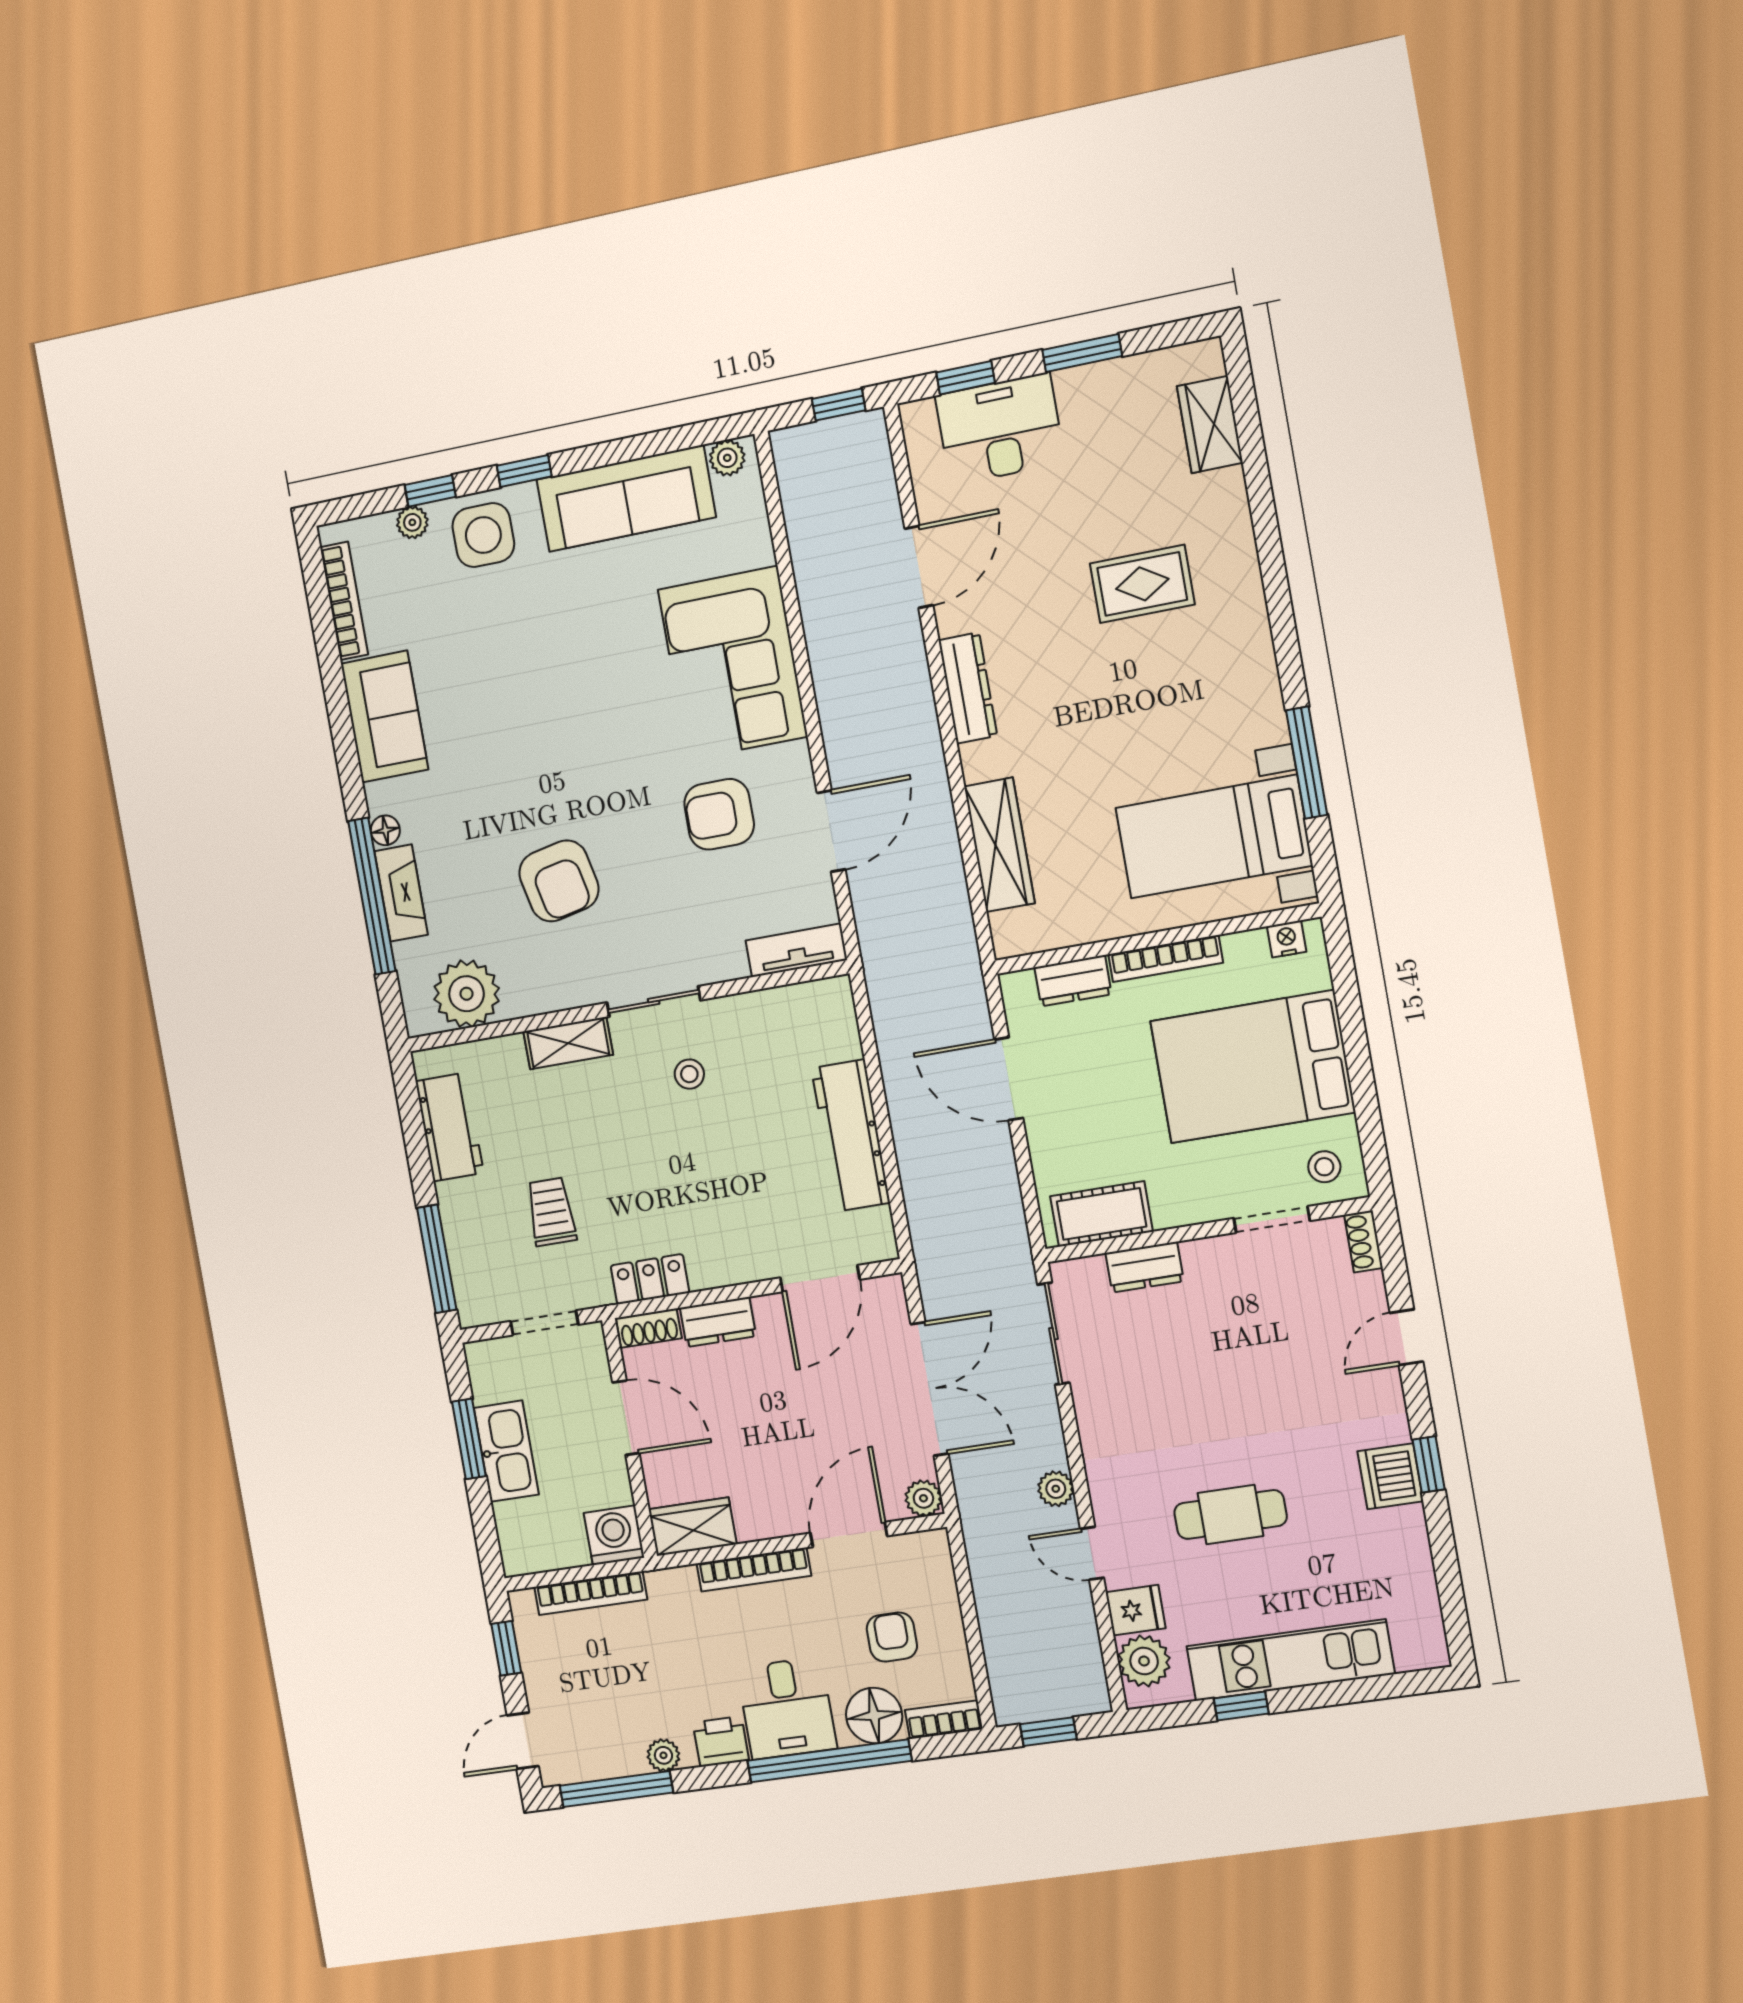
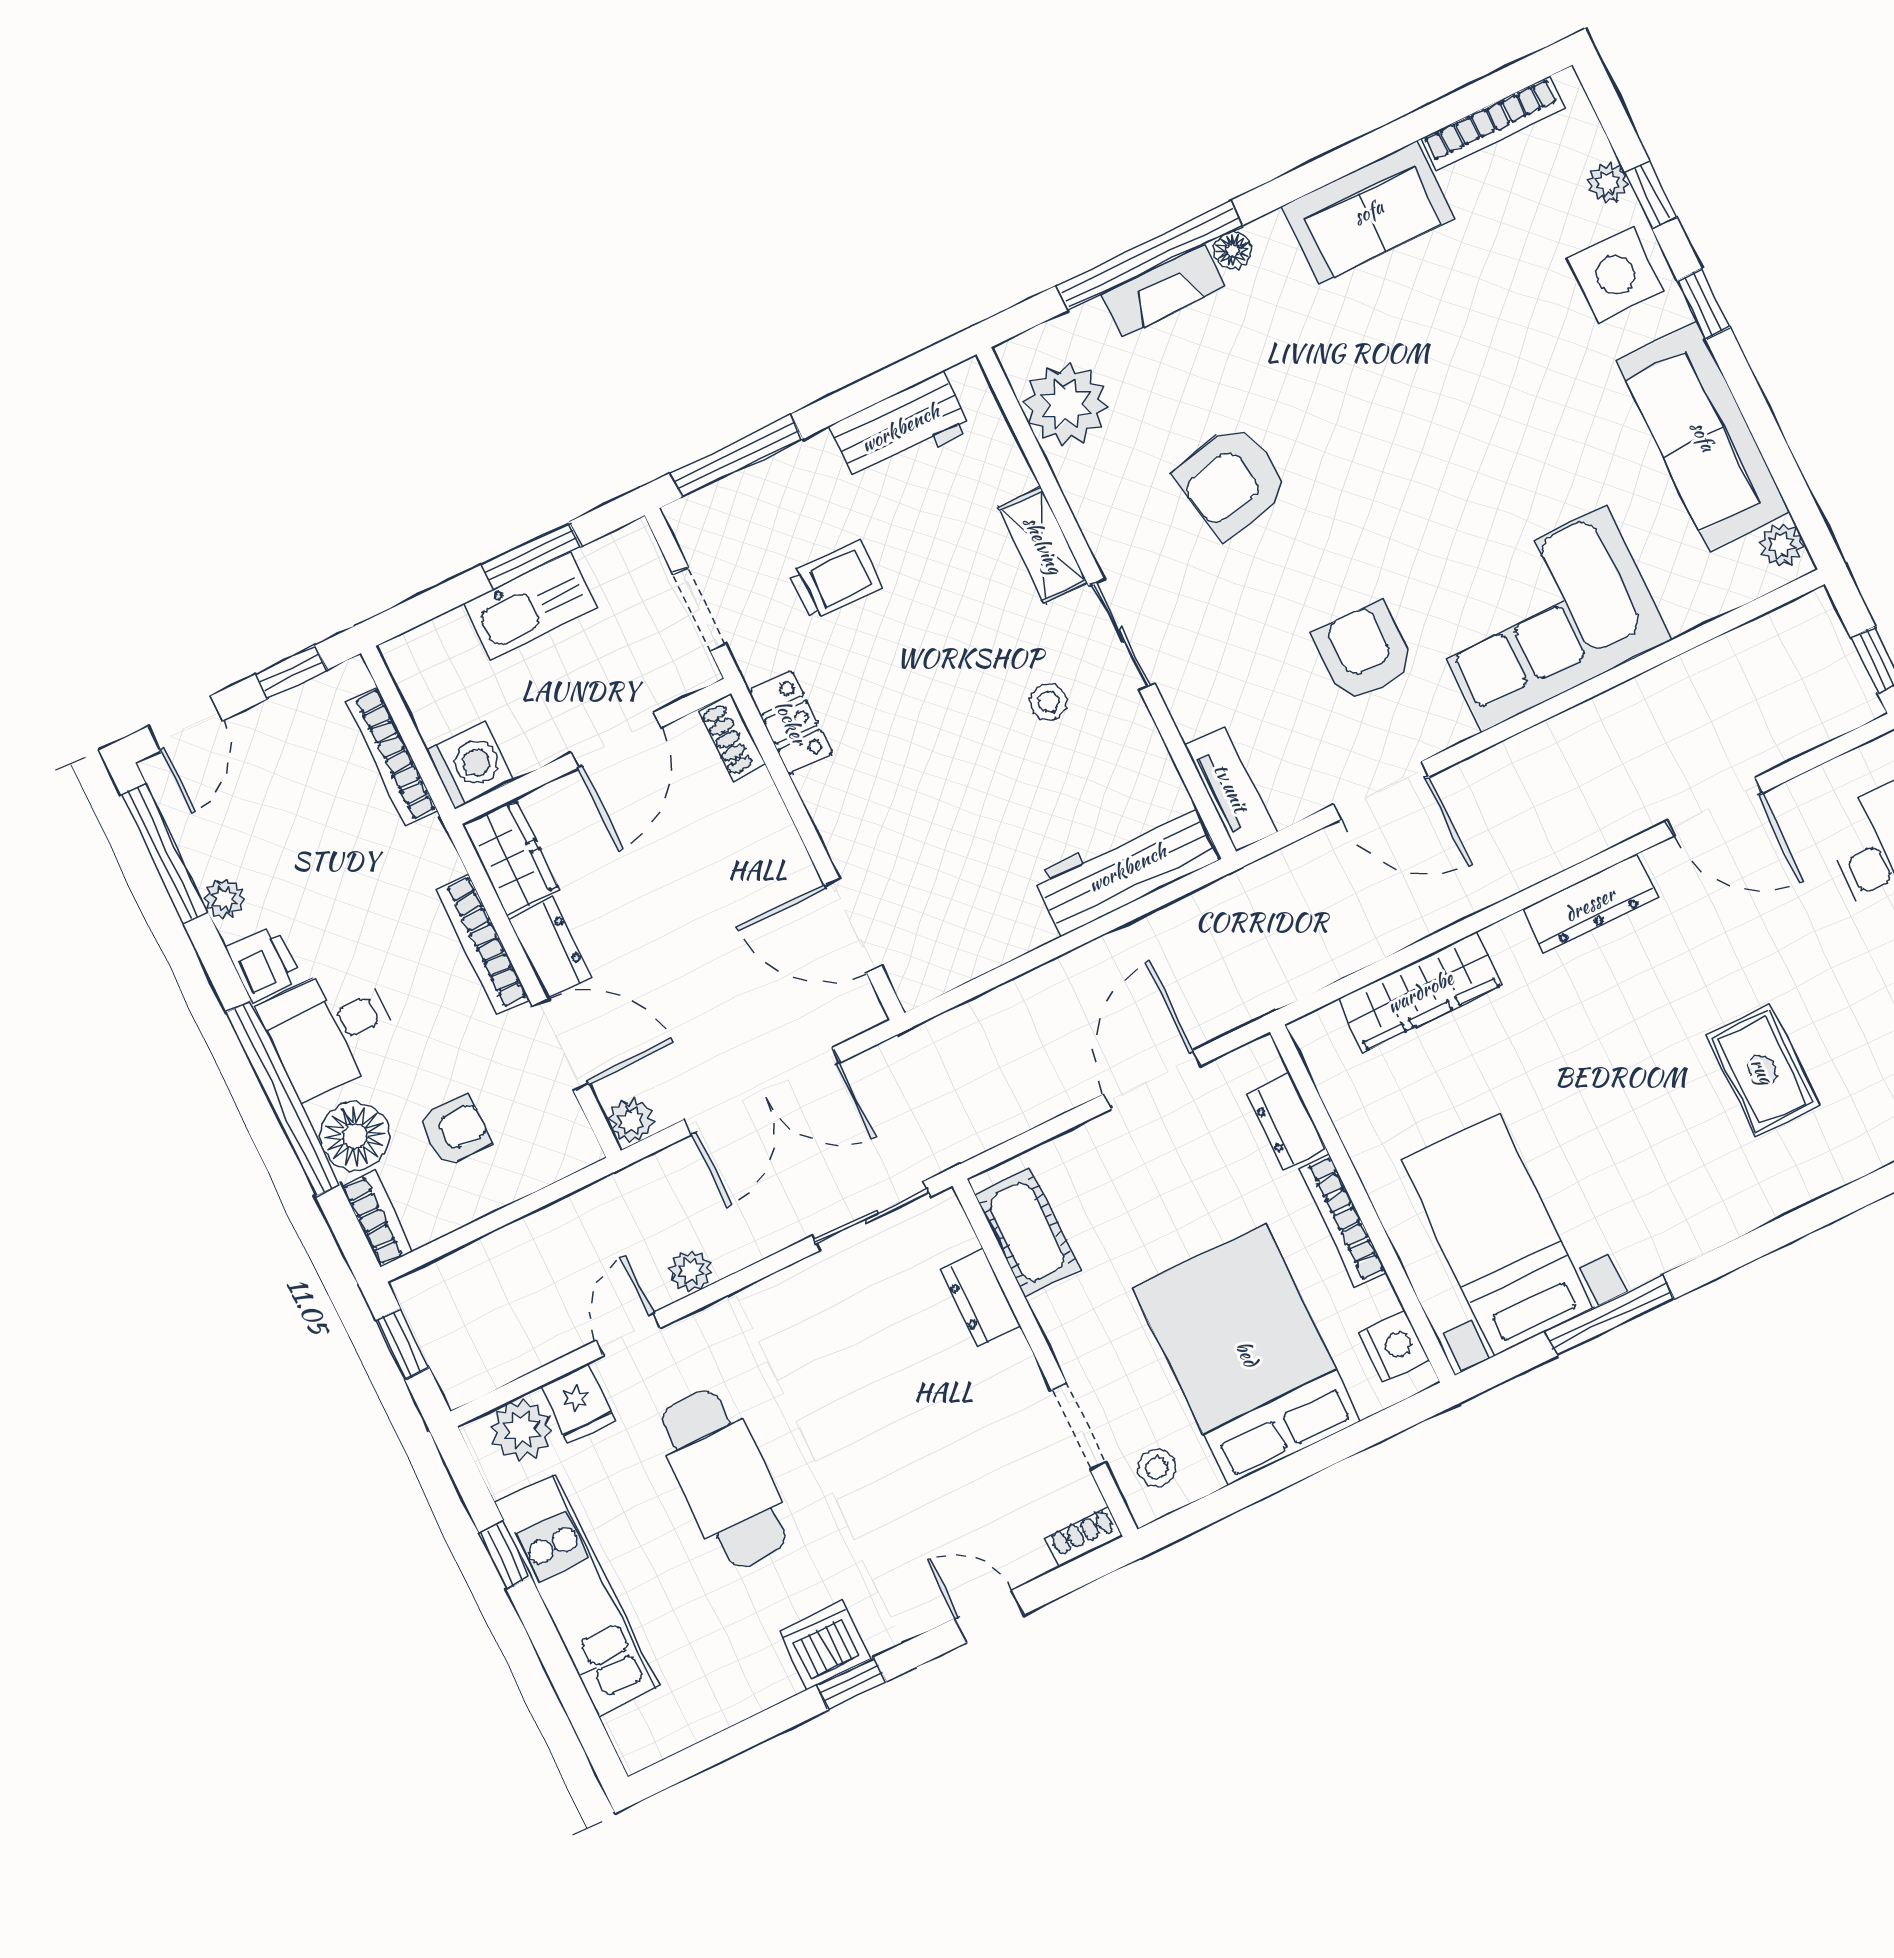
nightstand: (1287, 939) -> (1394, 1347), width x1.39, depth x1.35
workbench: (851, 1135) -> (1127, 868), moved
dresser: (718, 1322) -> (550, 948), moved, turned 180
cafe table: (1230, 1515) -> (724, 1479), width x1.37, depth x1.35
door: (523, 1741) -> (185, 723), swing flipped

